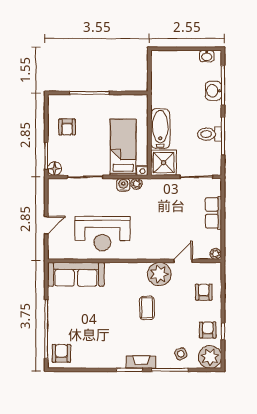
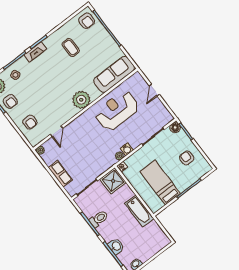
bathtub: (160, 129) -> (139, 211), moved
bed: (123, 147) -> (160, 182), moved, turned 180
plant: (159, 274) -> (81, 100), moved
coffee table: (147, 308) -> (71, 47), moved

